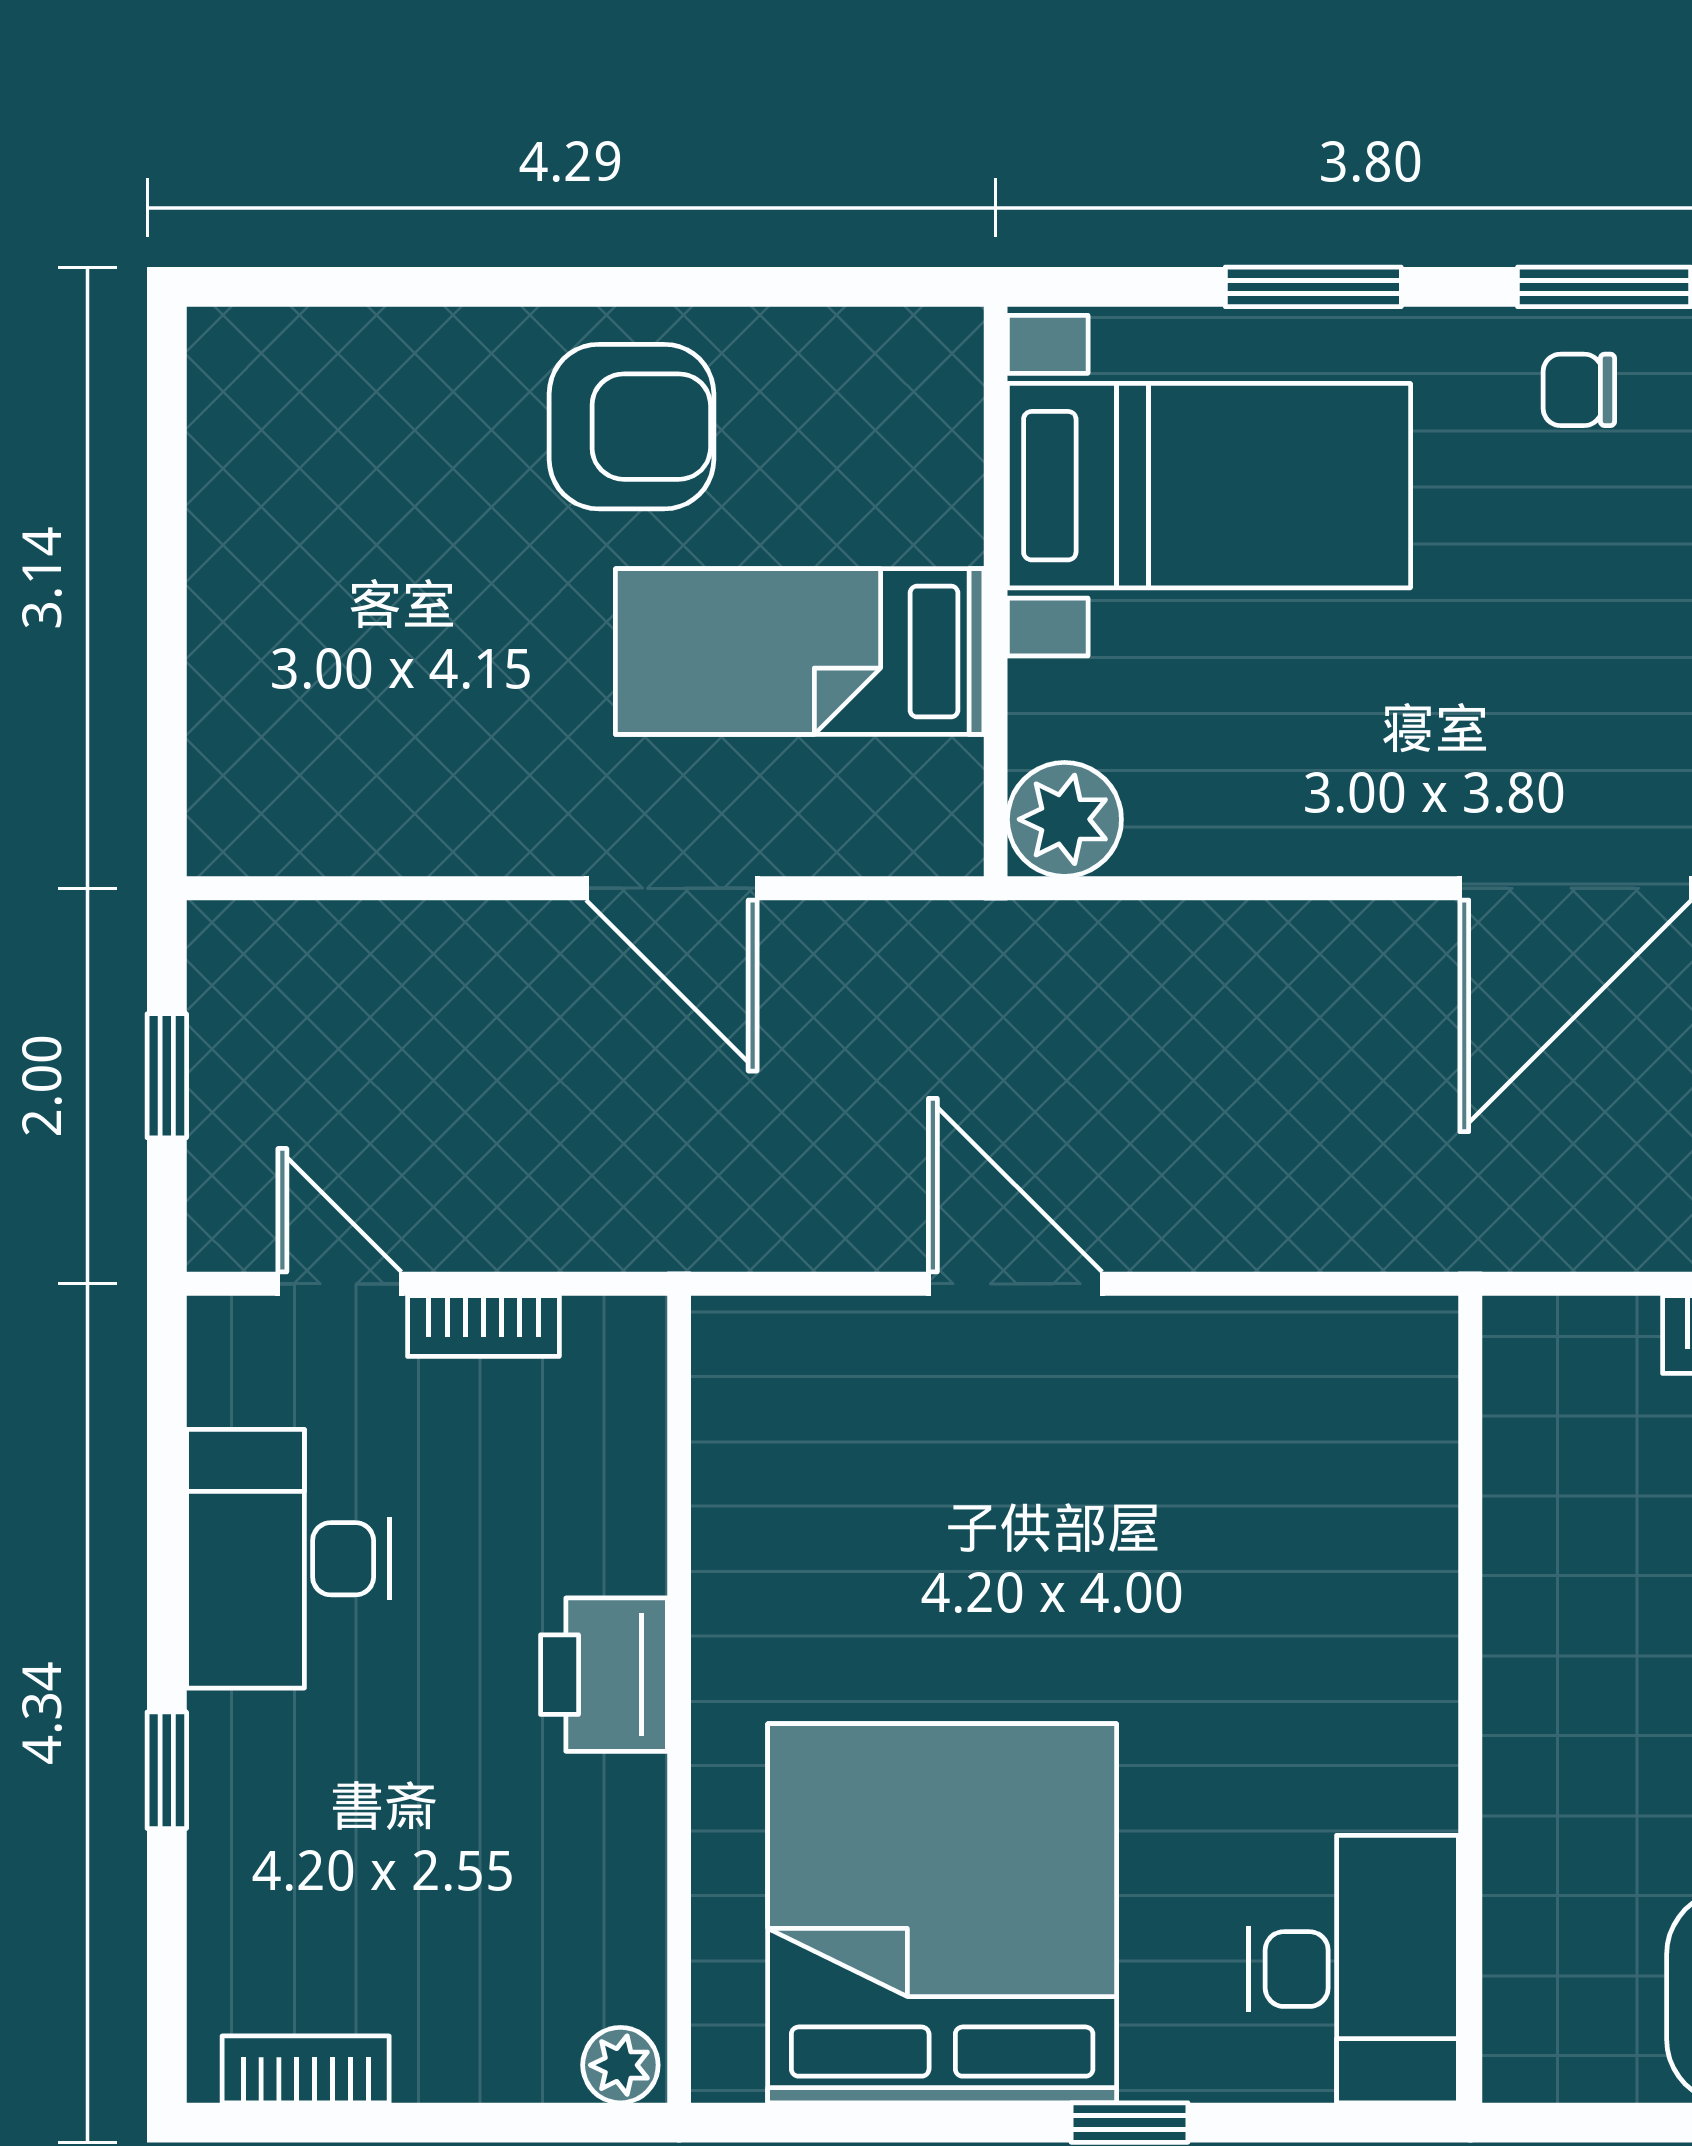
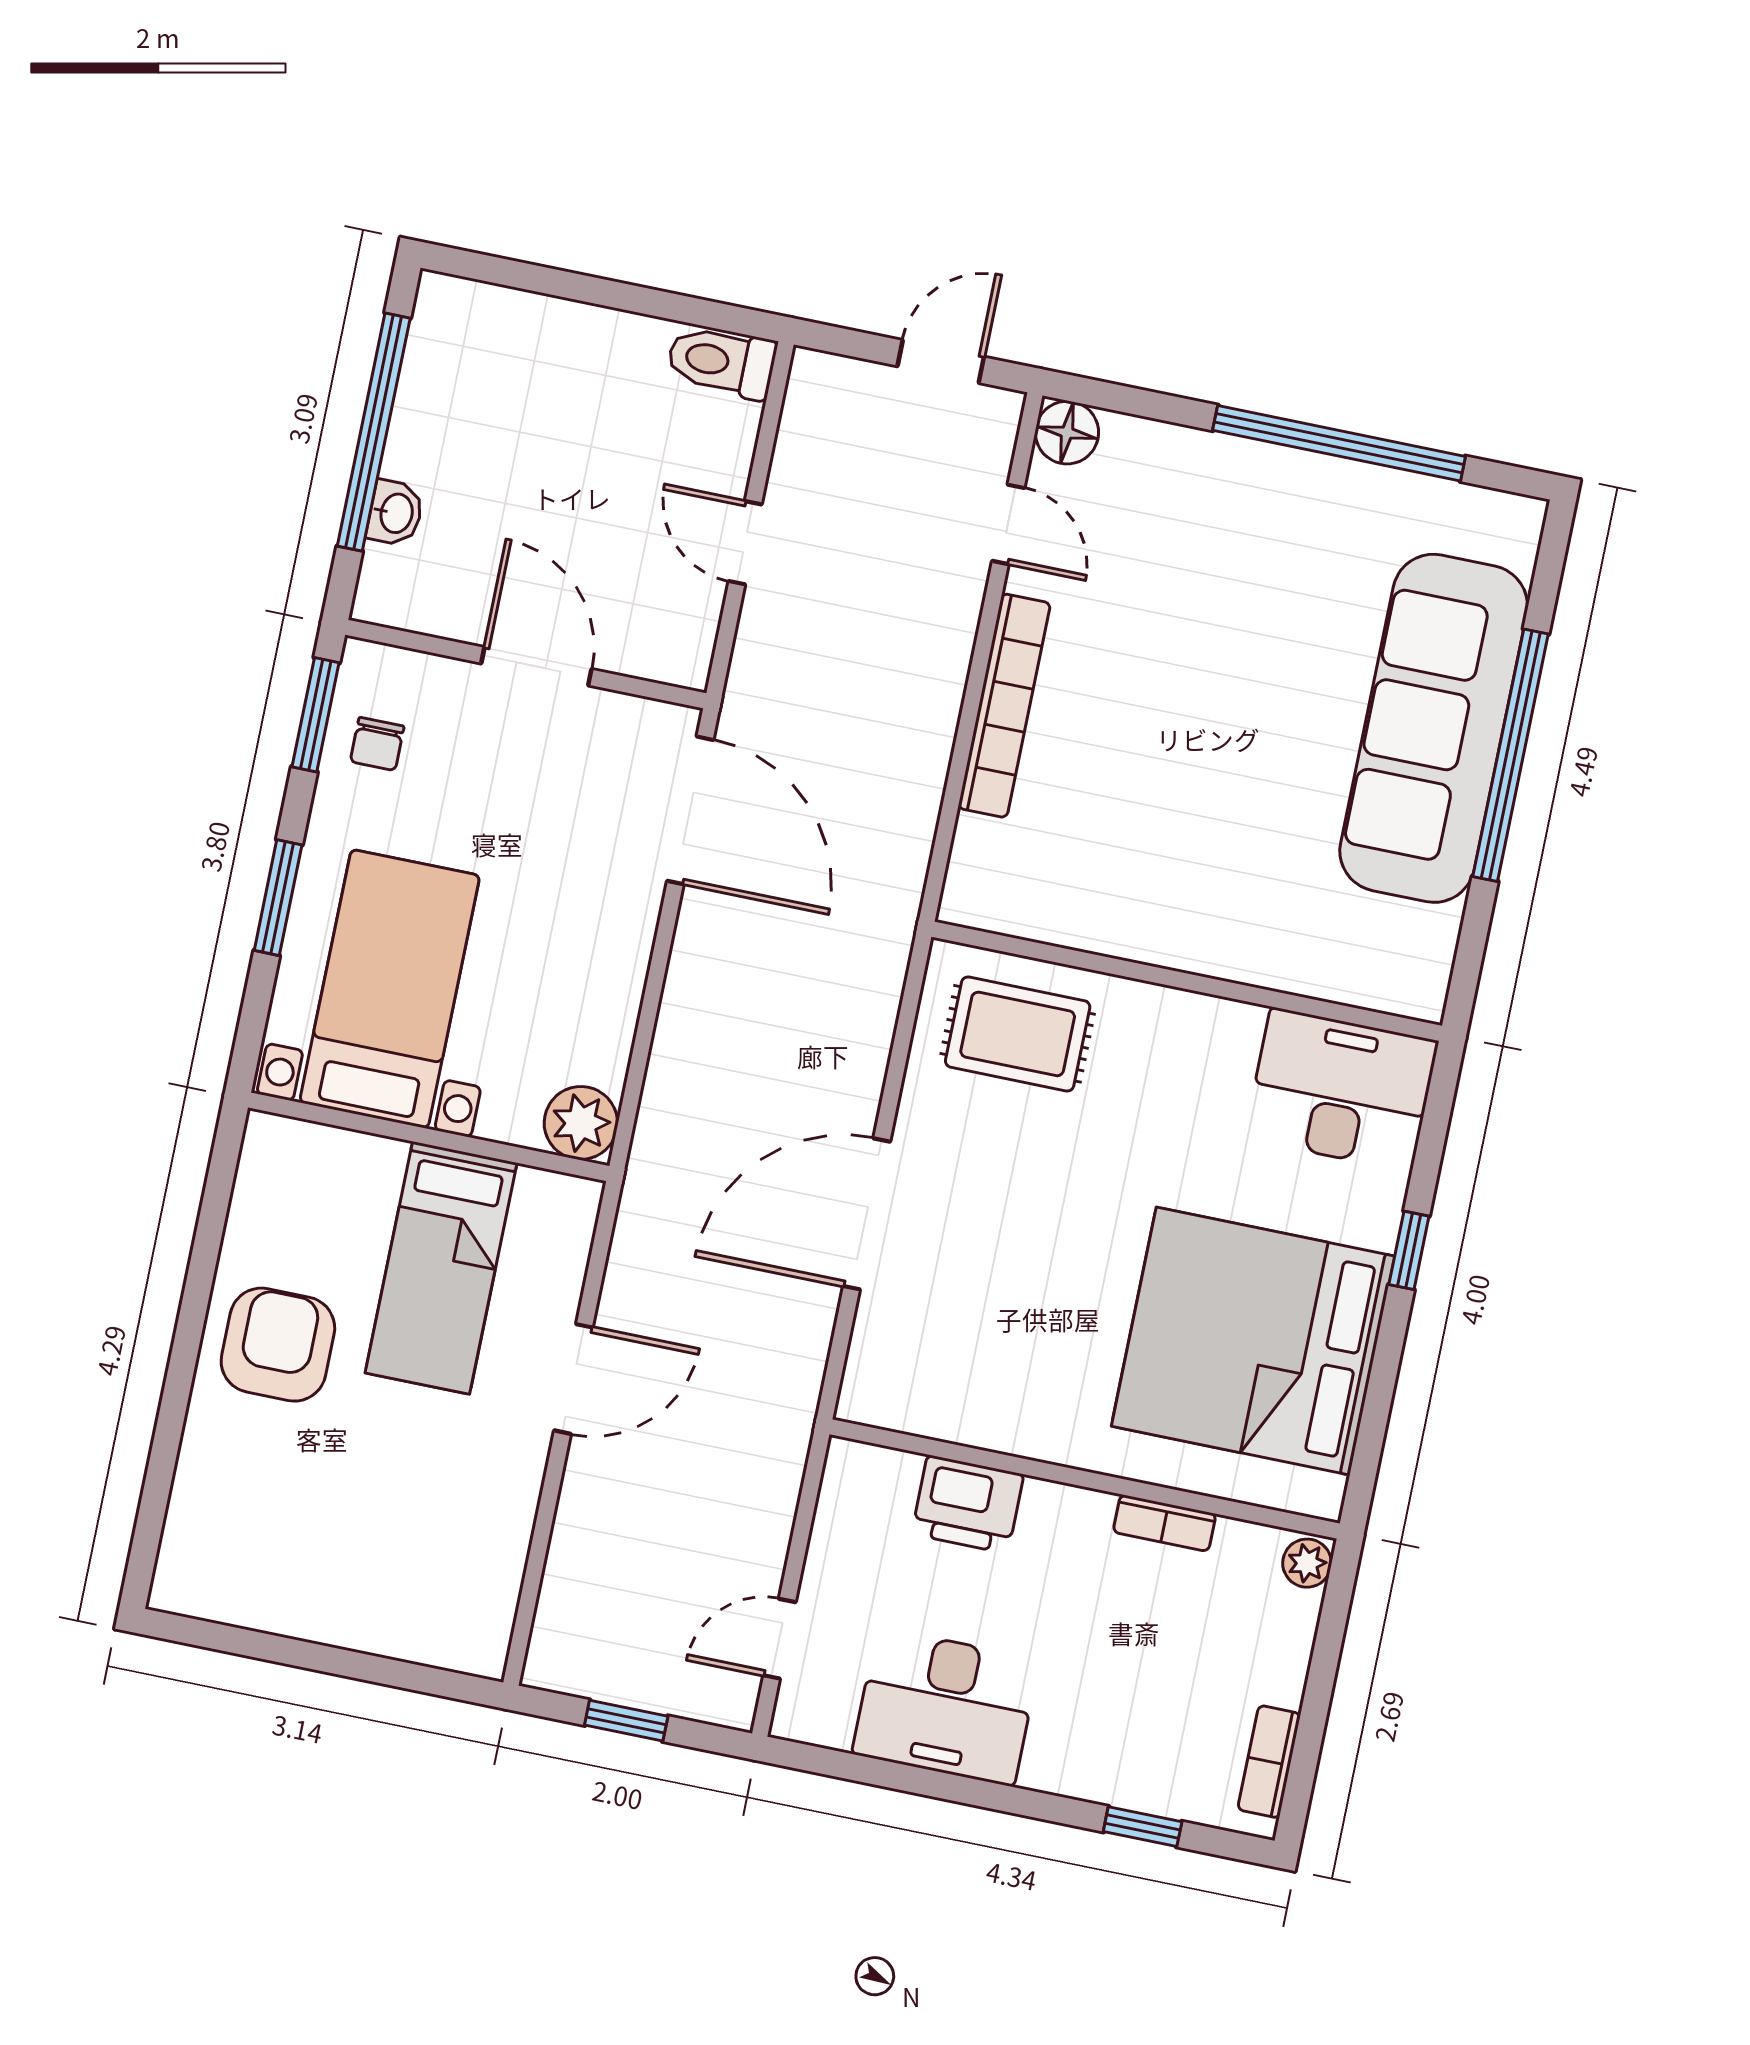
door: (1015, 1284) -> (867, 1214), width x1.36
bookcase: (483, 1326) -> (1165, 1523), moved, turned 90
rug: (1337, 1458) -> (1018, 1034), added
printer: (604, 1675) -> (968, 1504), moved
window: (167, 1770) -> (1143, 1827), moved

